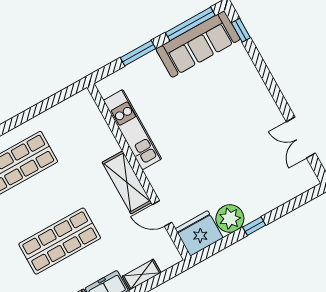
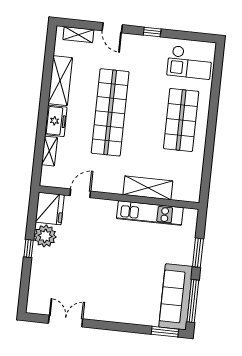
window: (241, 30) -> (165, 332), width x1.50
shelving: (127, 182) -> (148, 188), moved
shop shelf: (60, 241) -> (110, 112), width x1.40

